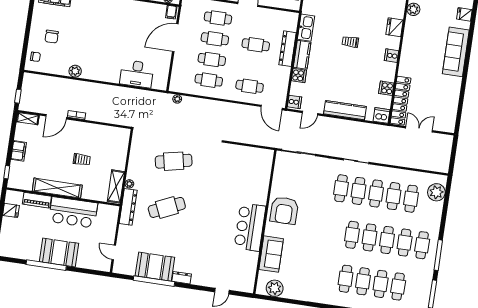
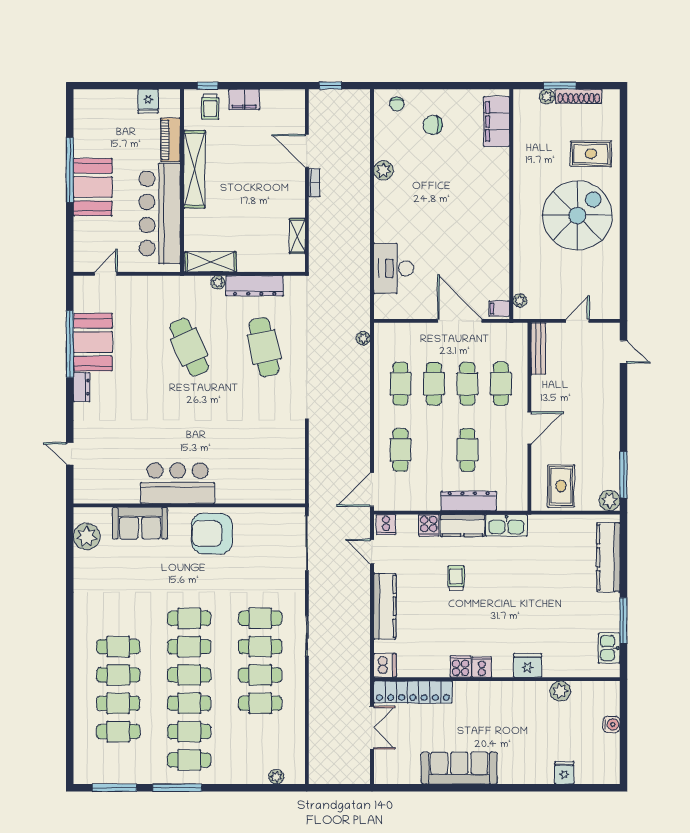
trolley: (350, 42) -> (456, 578), moved
sofa: (456, 52) -> (459, 768), moved
cooker: (386, 88) -> (461, 667), moved
shelving: (28, 119) -> (297, 236), moved
trolley: (82, 159) -> (210, 107), moved
plant: (436, 192) -> (276, 777), width x0.53, depth x0.53
cafe table: (411, 199) -> (189, 618), moved
dresser: (128, 207) -> (255, 286), moved
bar counter: (73, 212) -> (160, 213), width x1.36

